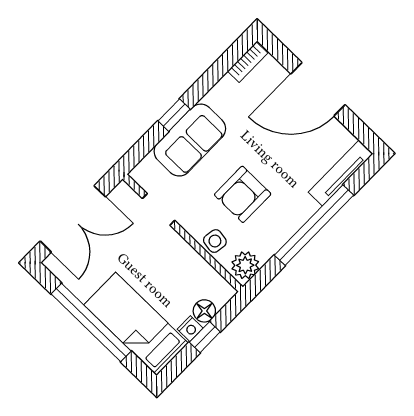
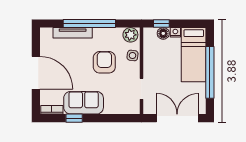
window: (174, 115) -> (74, 118), moved
sofa: (190, 140) -> (84, 103), moved
tv unit: (341, 173) -> (73, 33), moved
armchair: (243, 194) -> (104, 62), turned -90
window: (205, 337) -> (161, 23), moved

